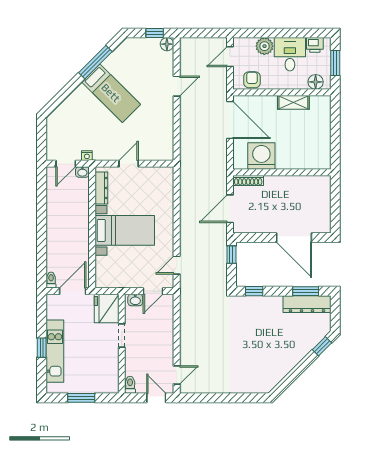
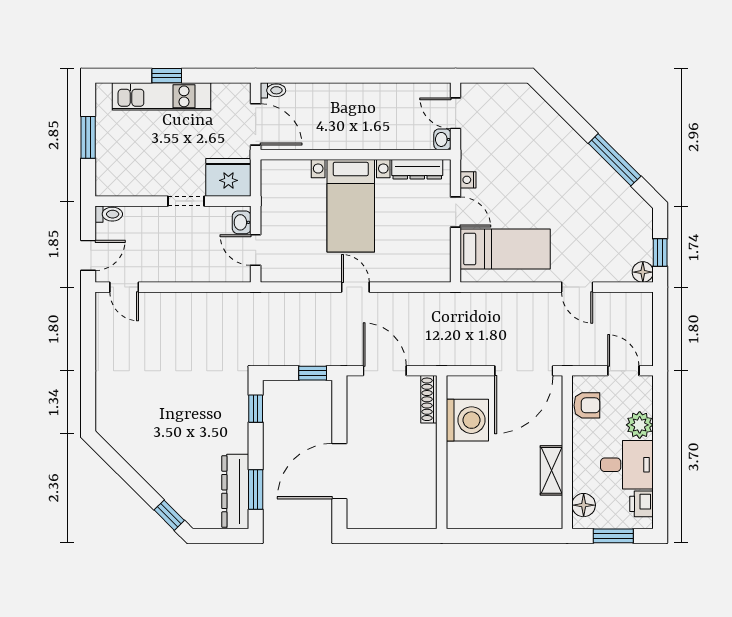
bed: (111, 93) -> (505, 249), moved, turned -135
nightstand: (87, 156) -> (468, 180), moved
door: (177, 265) -> (355, 287), moved

